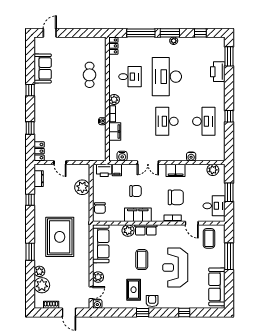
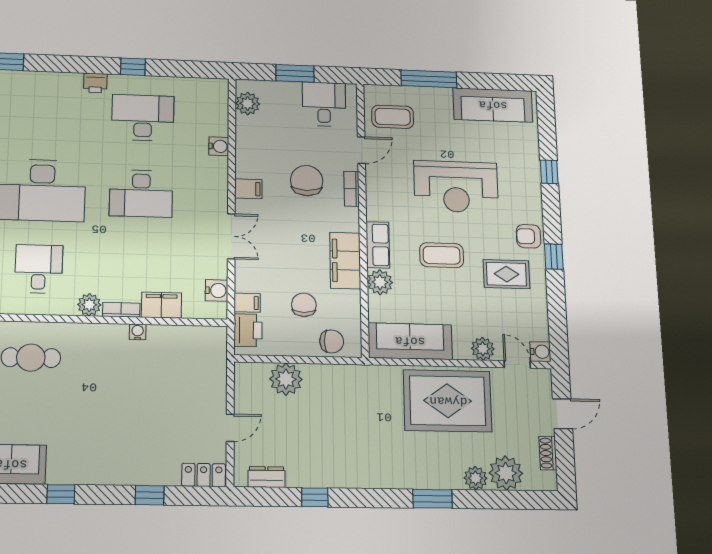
printer: (218, 72) -> (95, 83), moved, width x0.53, depth x0.68
filing cabinet: (176, 170) -> (248, 189), width x0.50
chair: (136, 191) -> (304, 305), moved
rug: (60, 237) -> (448, 401), moved

